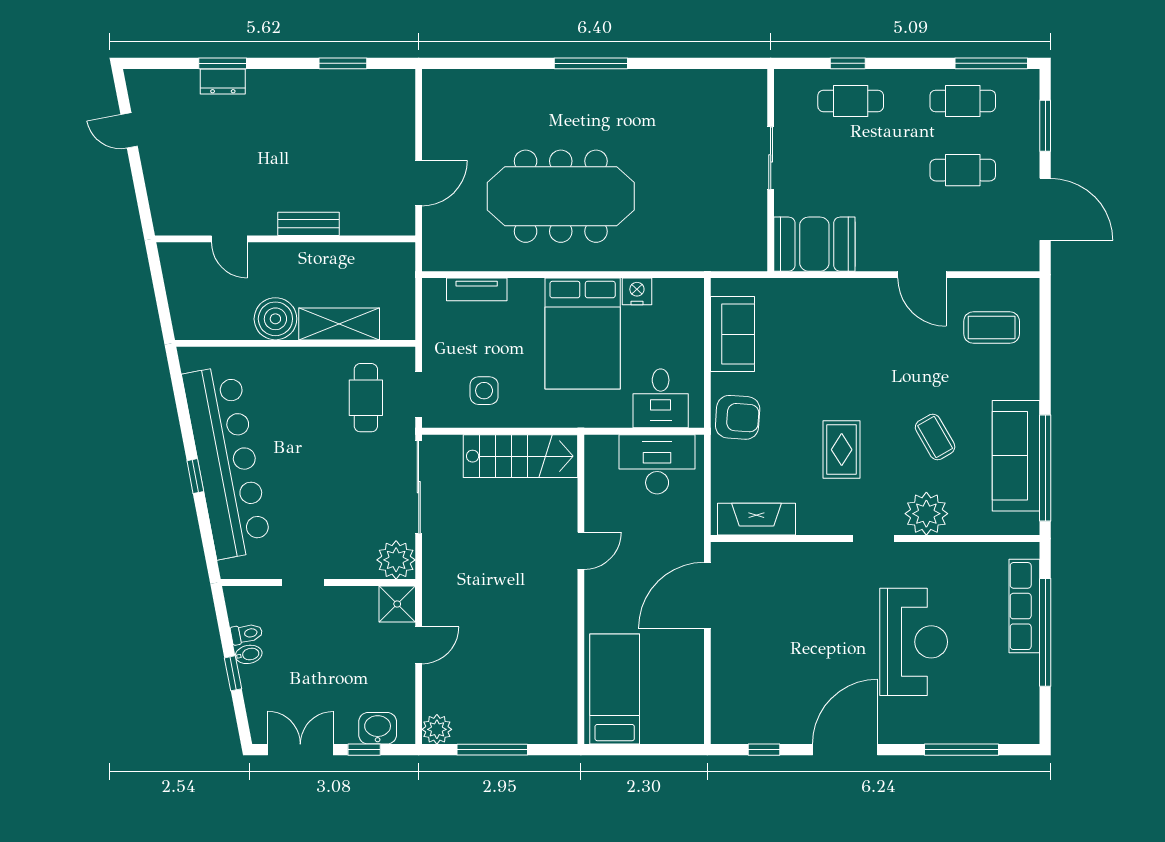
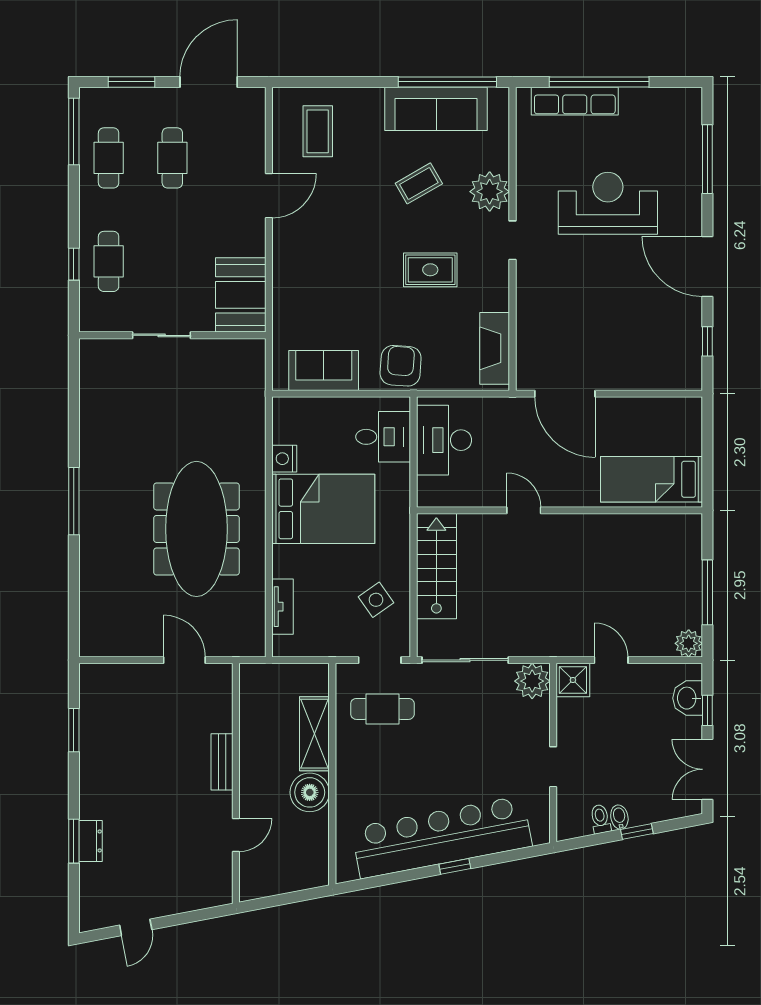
side table: (484, 391) -> (376, 600), turned -35

